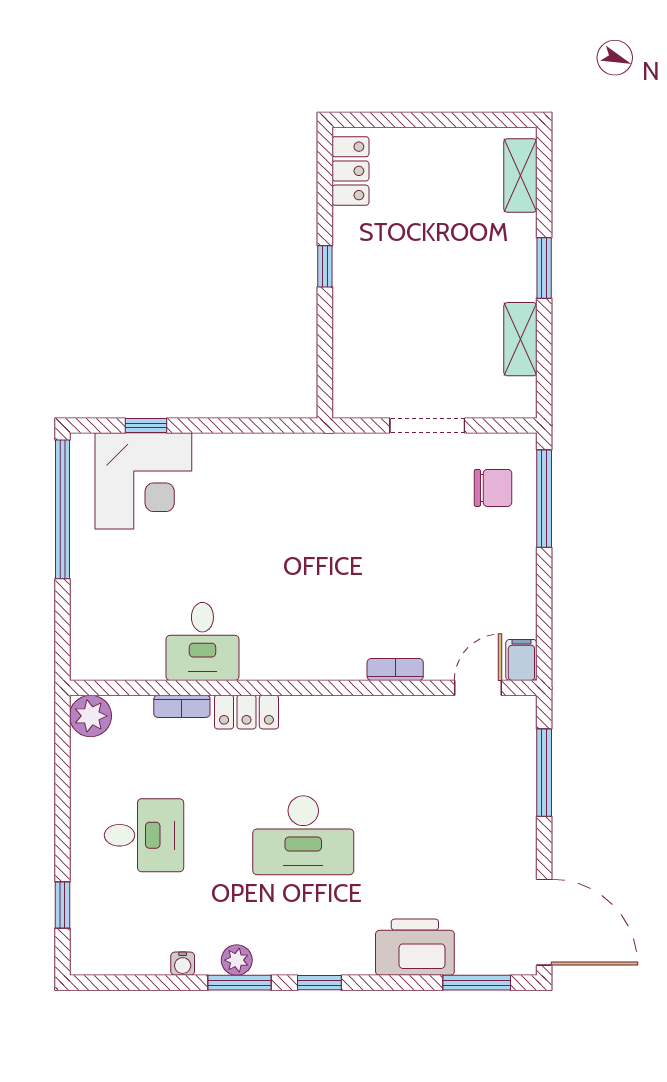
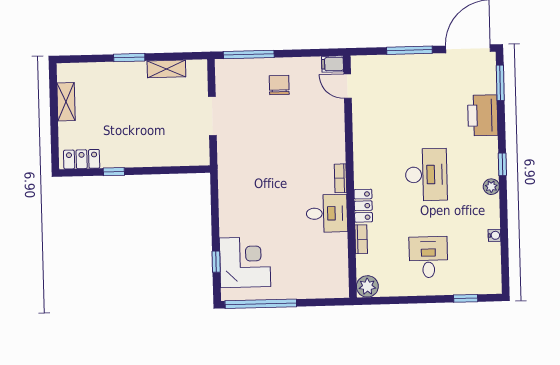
shelving: (520, 175) -> (66, 102), moved, turned 90
window: (325, 266) -> (114, 172), moved
chair: (493, 488) -> (279, 85), moved
desk: (202, 641) -> (327, 213), moved
bookcase: (395, 669) -> (340, 178), moved
window: (544, 773) -> (409, 50), moved
plant: (237, 960) -> (491, 187), moved
window: (240, 983) -> (503, 206), removed

